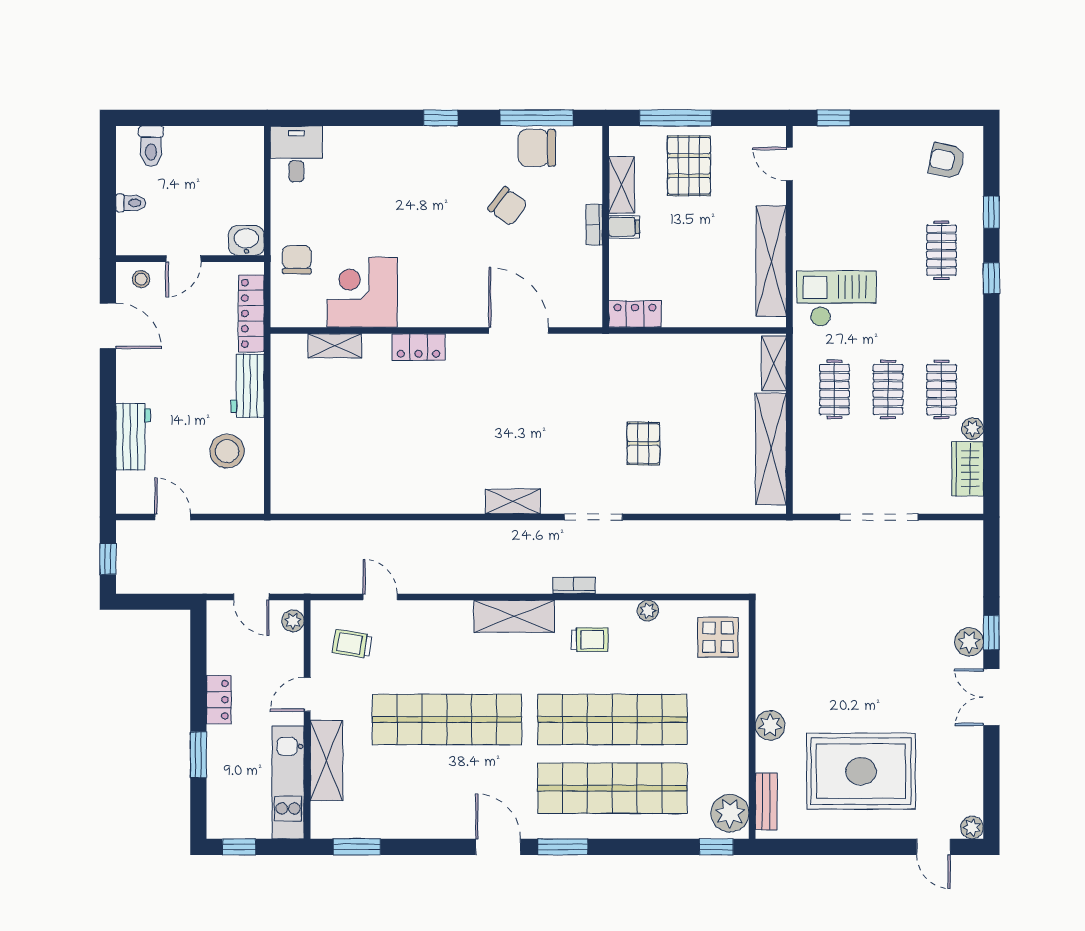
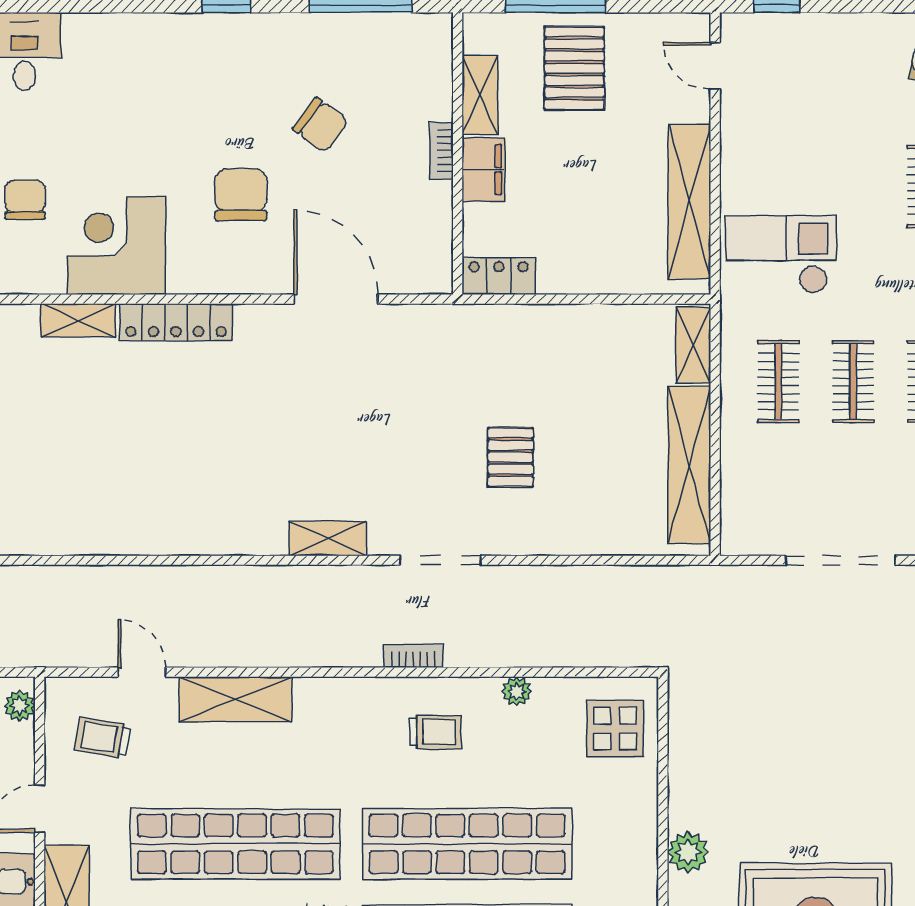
chair: (537, 148) -> (241, 195), moved, turned 90
filing cabinet: (624, 227) -> (483, 170), width x2.00
locker: (418, 347) -> (176, 322), width x1.53
shelving: (514, 616) -> (236, 699), moved

